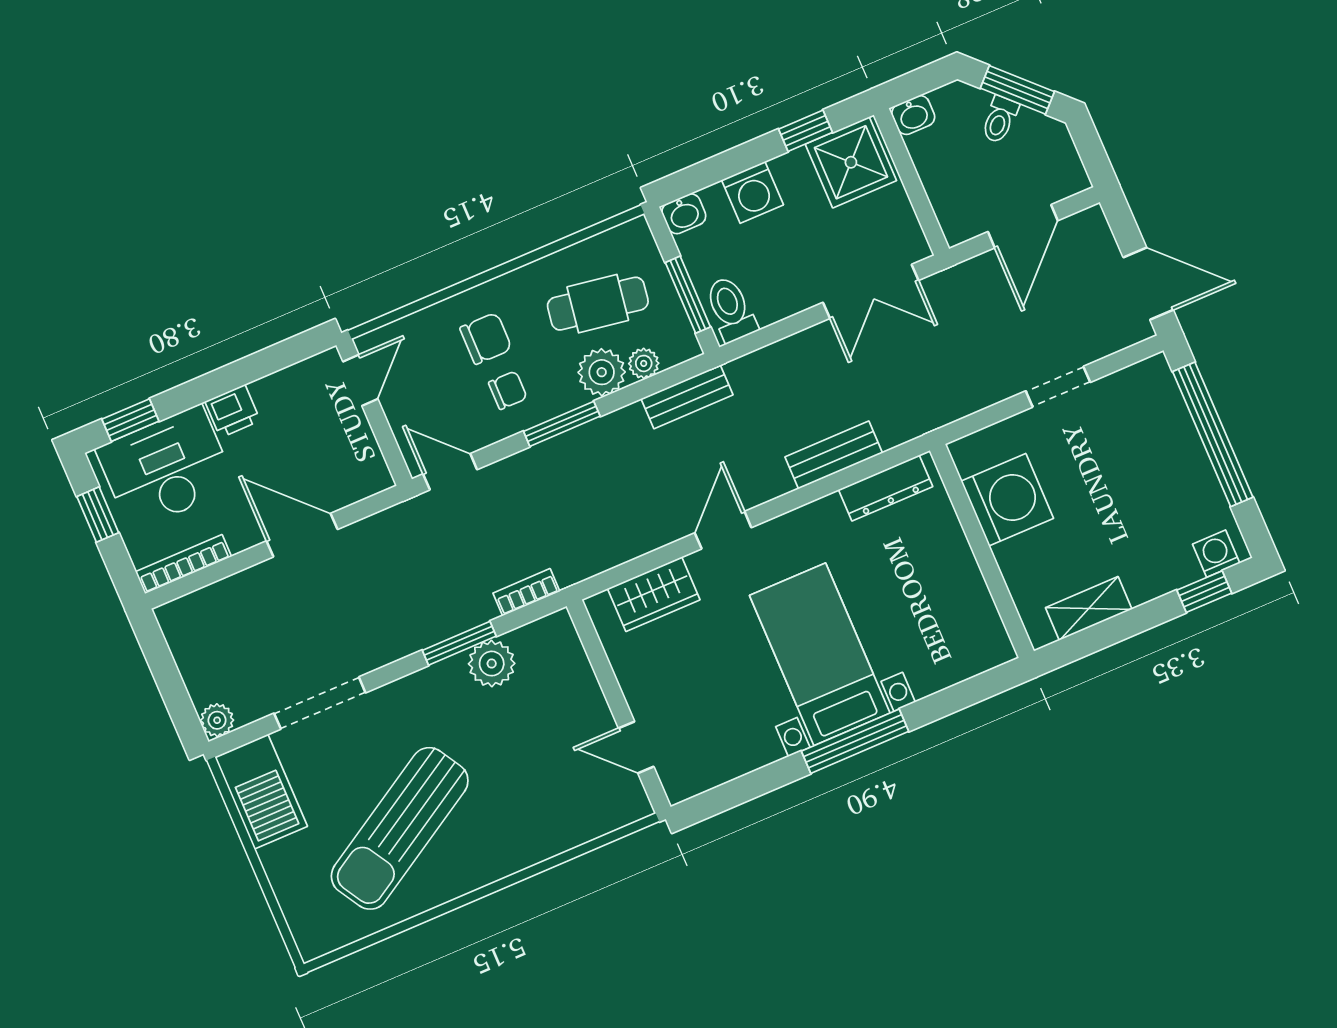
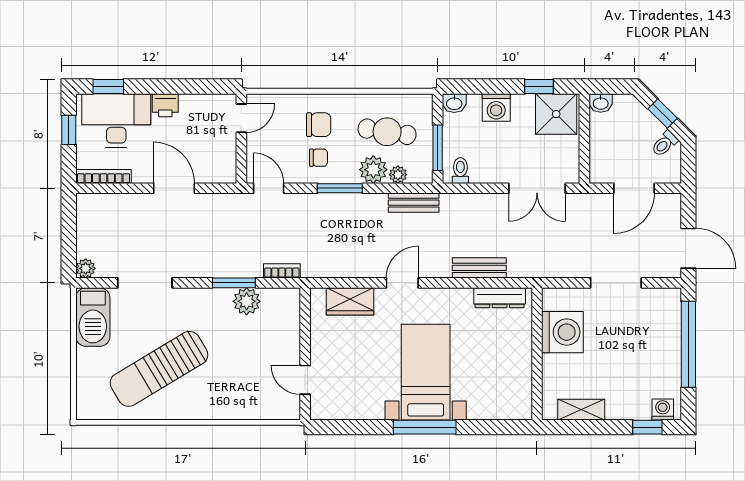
window: (1017, 90) -> (663, 113), width x0.67
toilet: (1000, 120) -> (665, 144), moved
toilet: (731, 309) -> (460, 171), width x0.73, depth x0.72
doorway: (1058, 387) -> (616, 283), width x1.38

